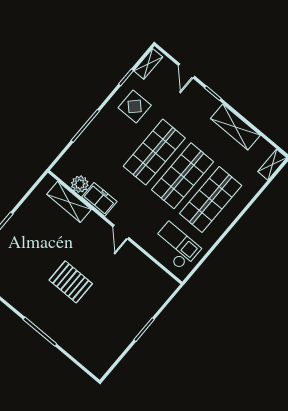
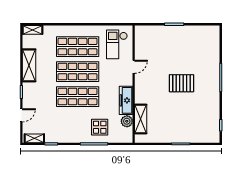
display table: (135, 106) -> (100, 127), moved
freezer: (99, 199) -> (126, 100), width x1.40
door: (121, 232) -> (134, 67), moved
pallet: (71, 282) -> (181, 83), turned 90

